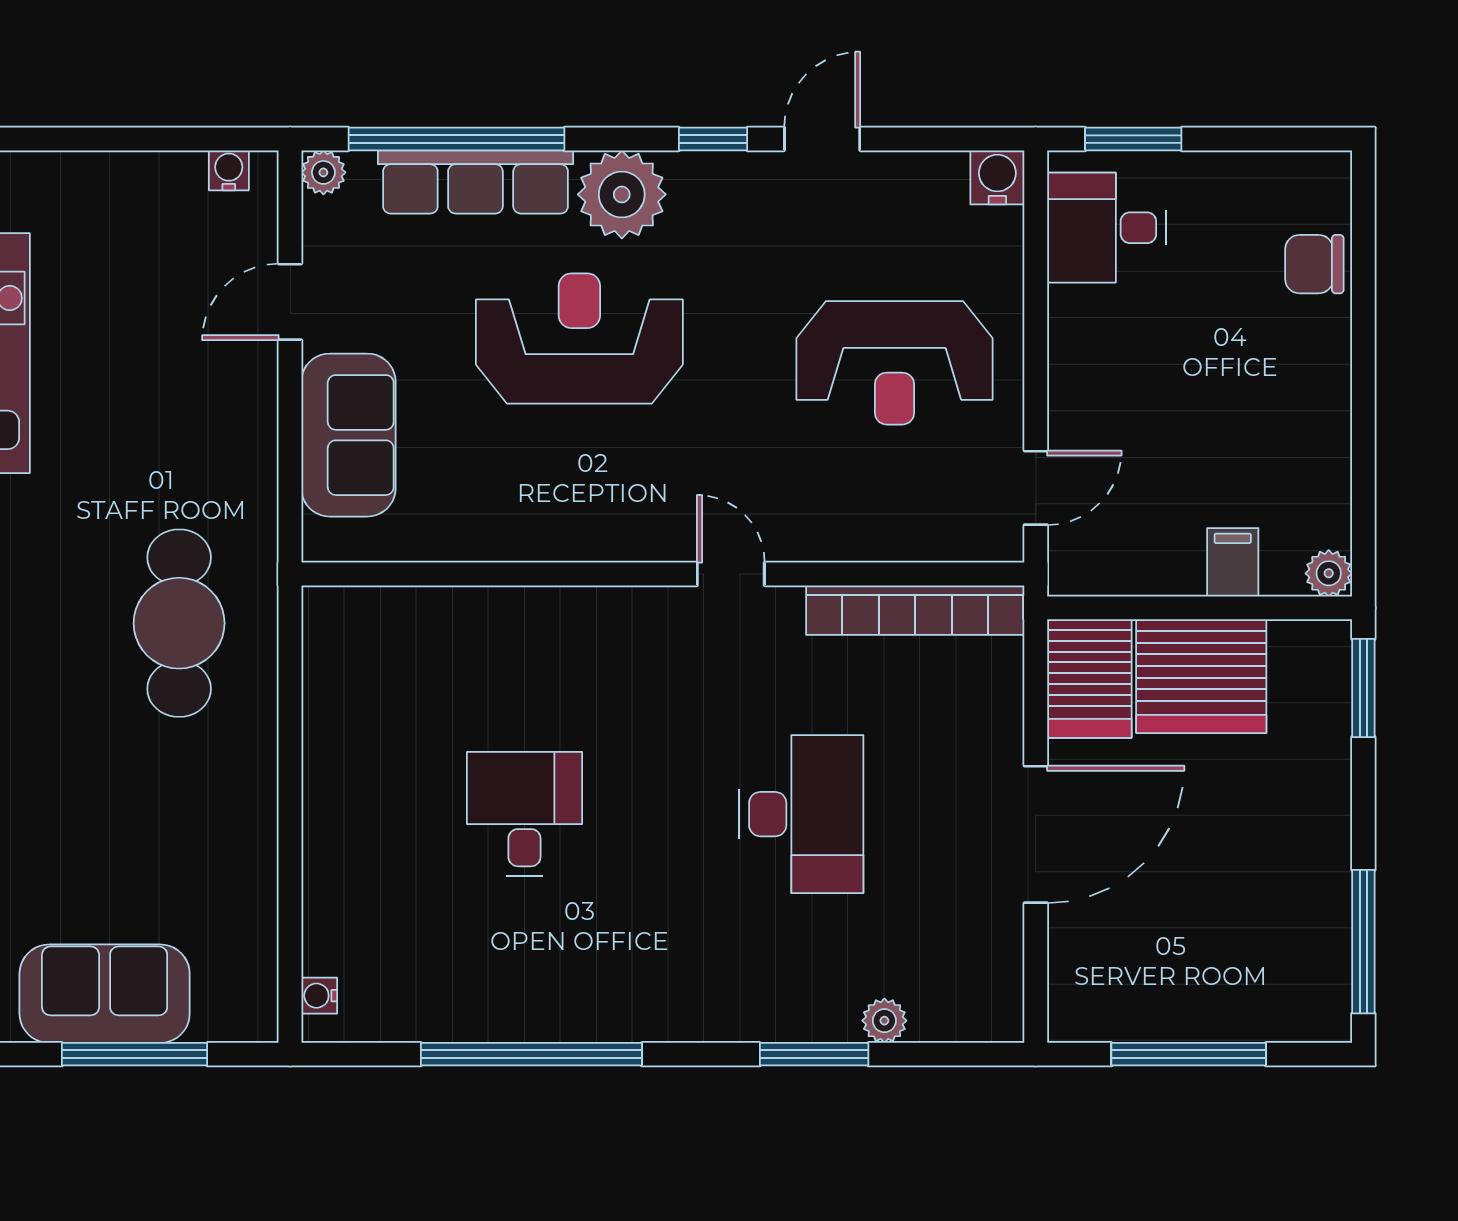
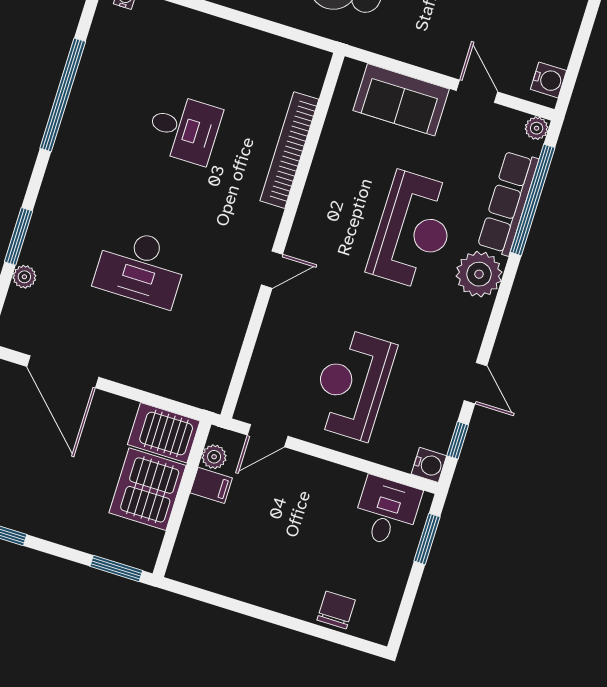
window: (713, 139) -> (458, 440), moved
water cooler: (229, 170) -> (549, 80), width x1.38, depth x1.38
door: (1036, 488) -> (268, 436), hinge flipped
filing cabinet: (1233, 562) -> (211, 485), moved
plant: (1329, 573) -> (214, 457), moved
bookcase: (915, 610) -> (289, 150), moved
door: (1036, 834) -> (63, 372), moved

